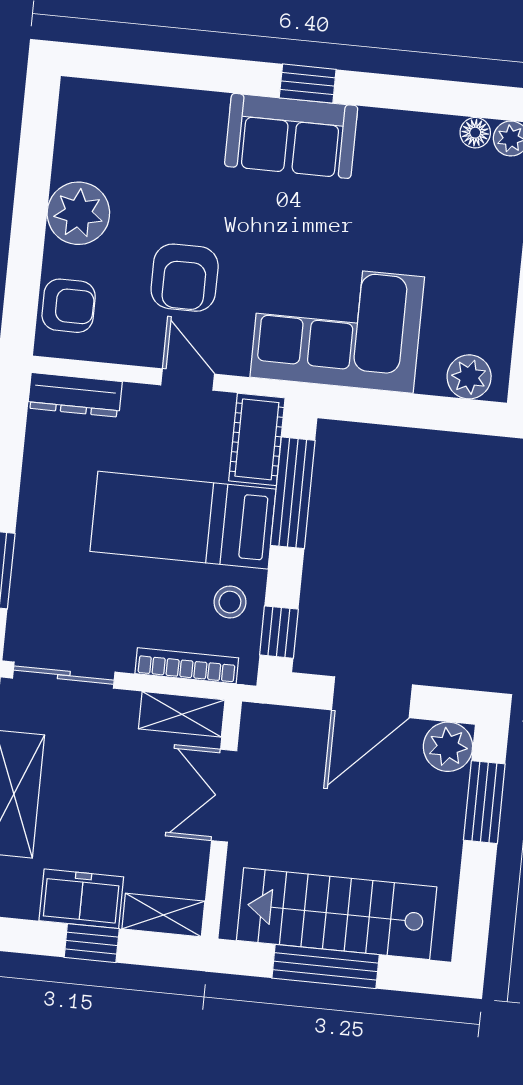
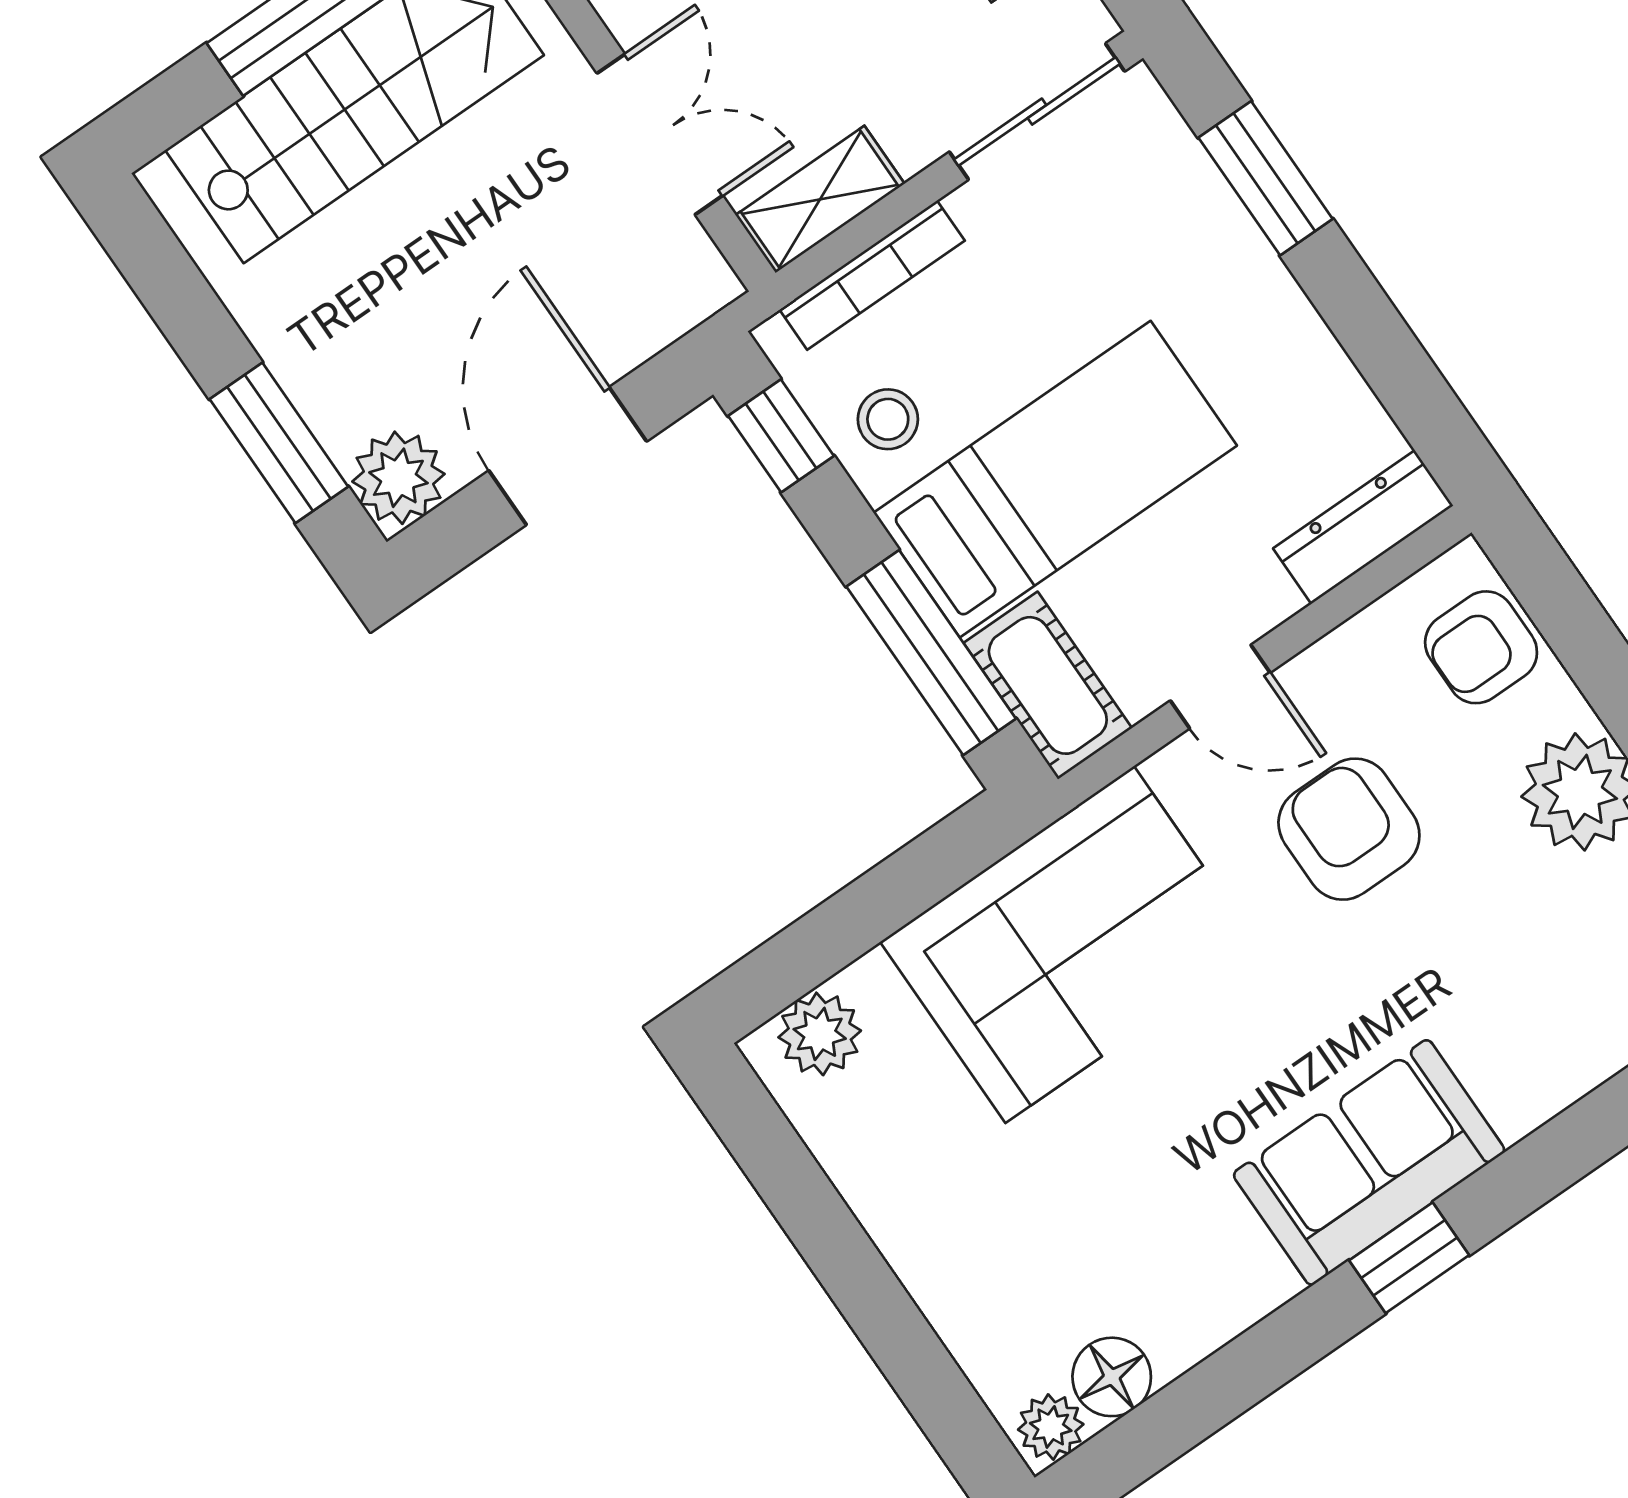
floor lamp: (475, 133) -> (1112, 1377), width x1.37, depth x1.37

